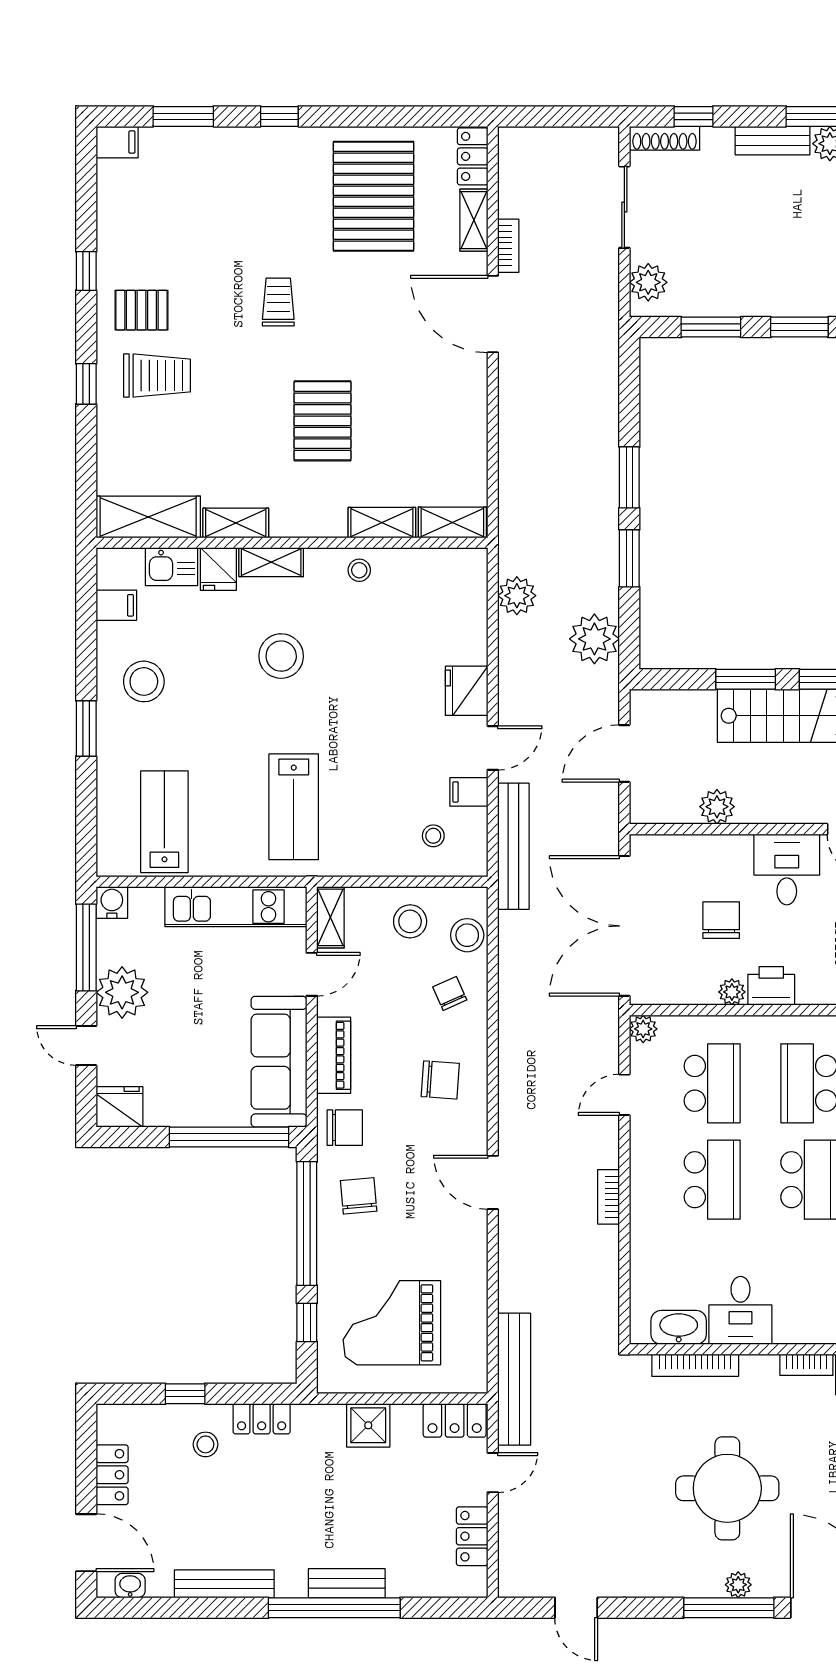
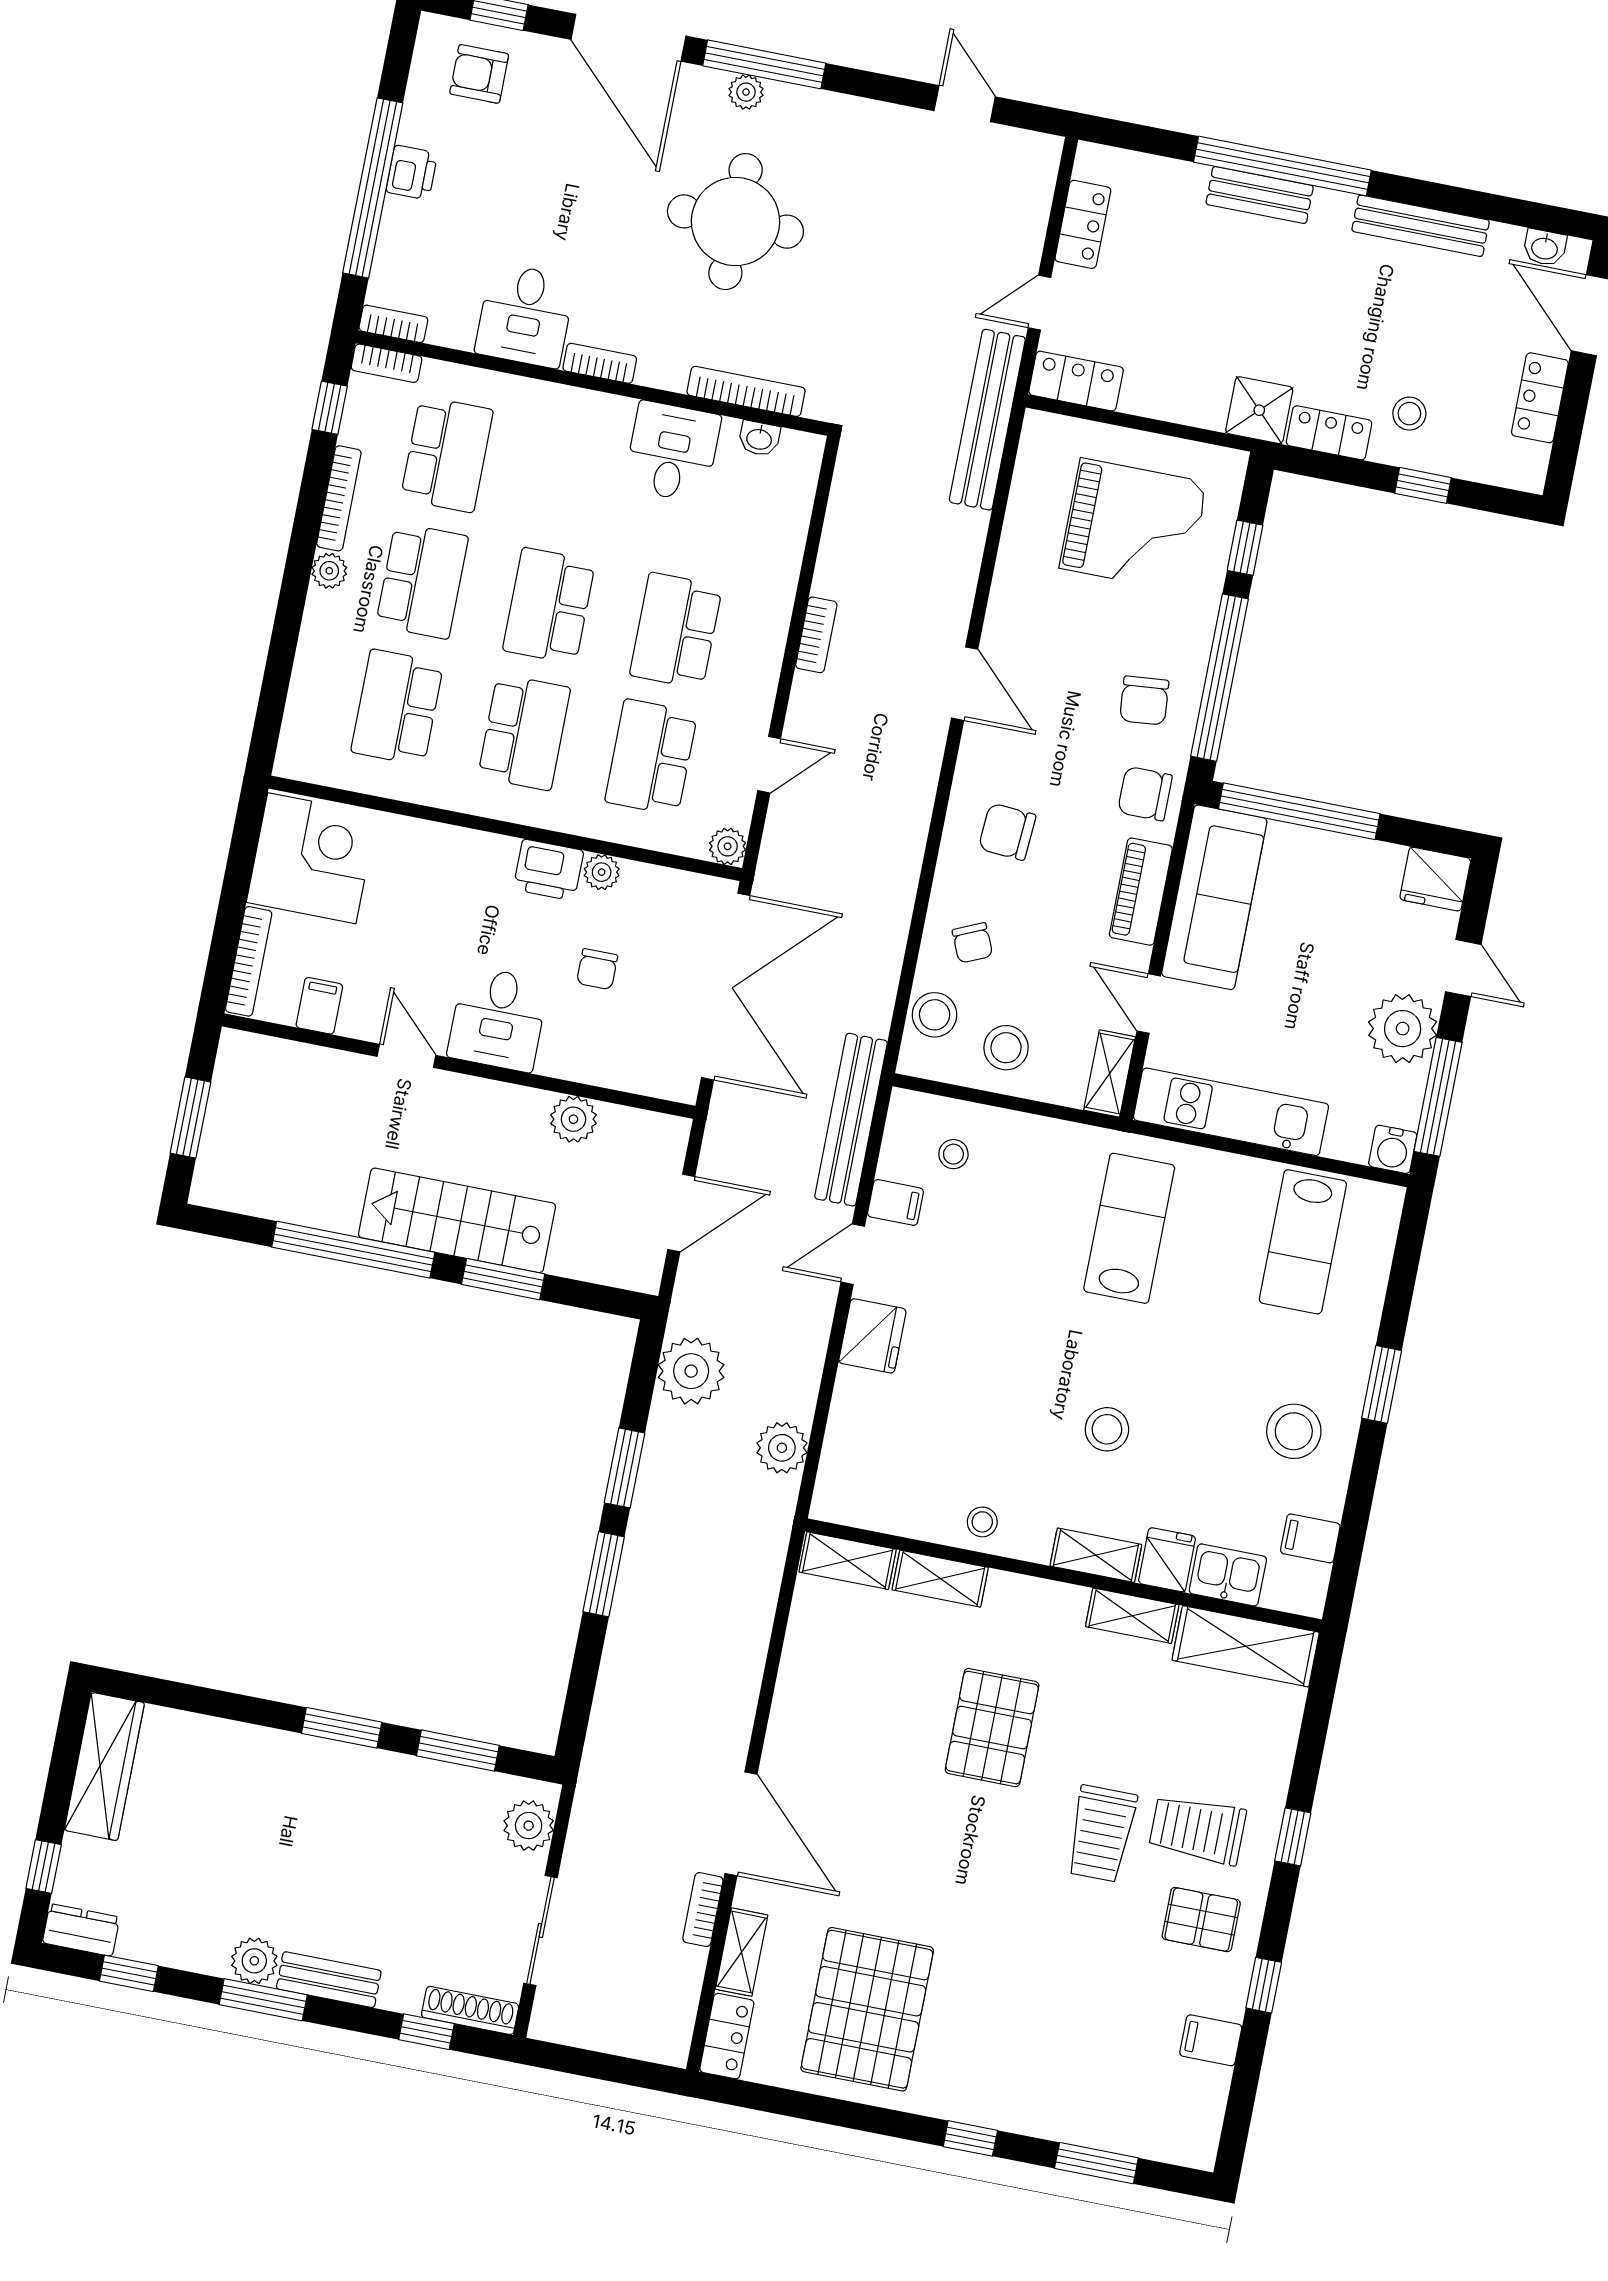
filing cabinet: (117, 142) -> (1211, 2040), moved
trolley: (278, 302) -> (1101, 1834), moved, width x1.36, depth x1.39
stool: (281, 656) -> (1107, 1429), width x0.73, depth x0.73
chair: (721, 920) -> (597, 969), width x0.73, depth x0.73
door: (312, 974) -> (1149, 1004), hinge flipped
washbasin: (679, 1327) -> (759, 438), width x0.52, depth x0.69
shower: (368, 1425) -> (1259, 410), moved

